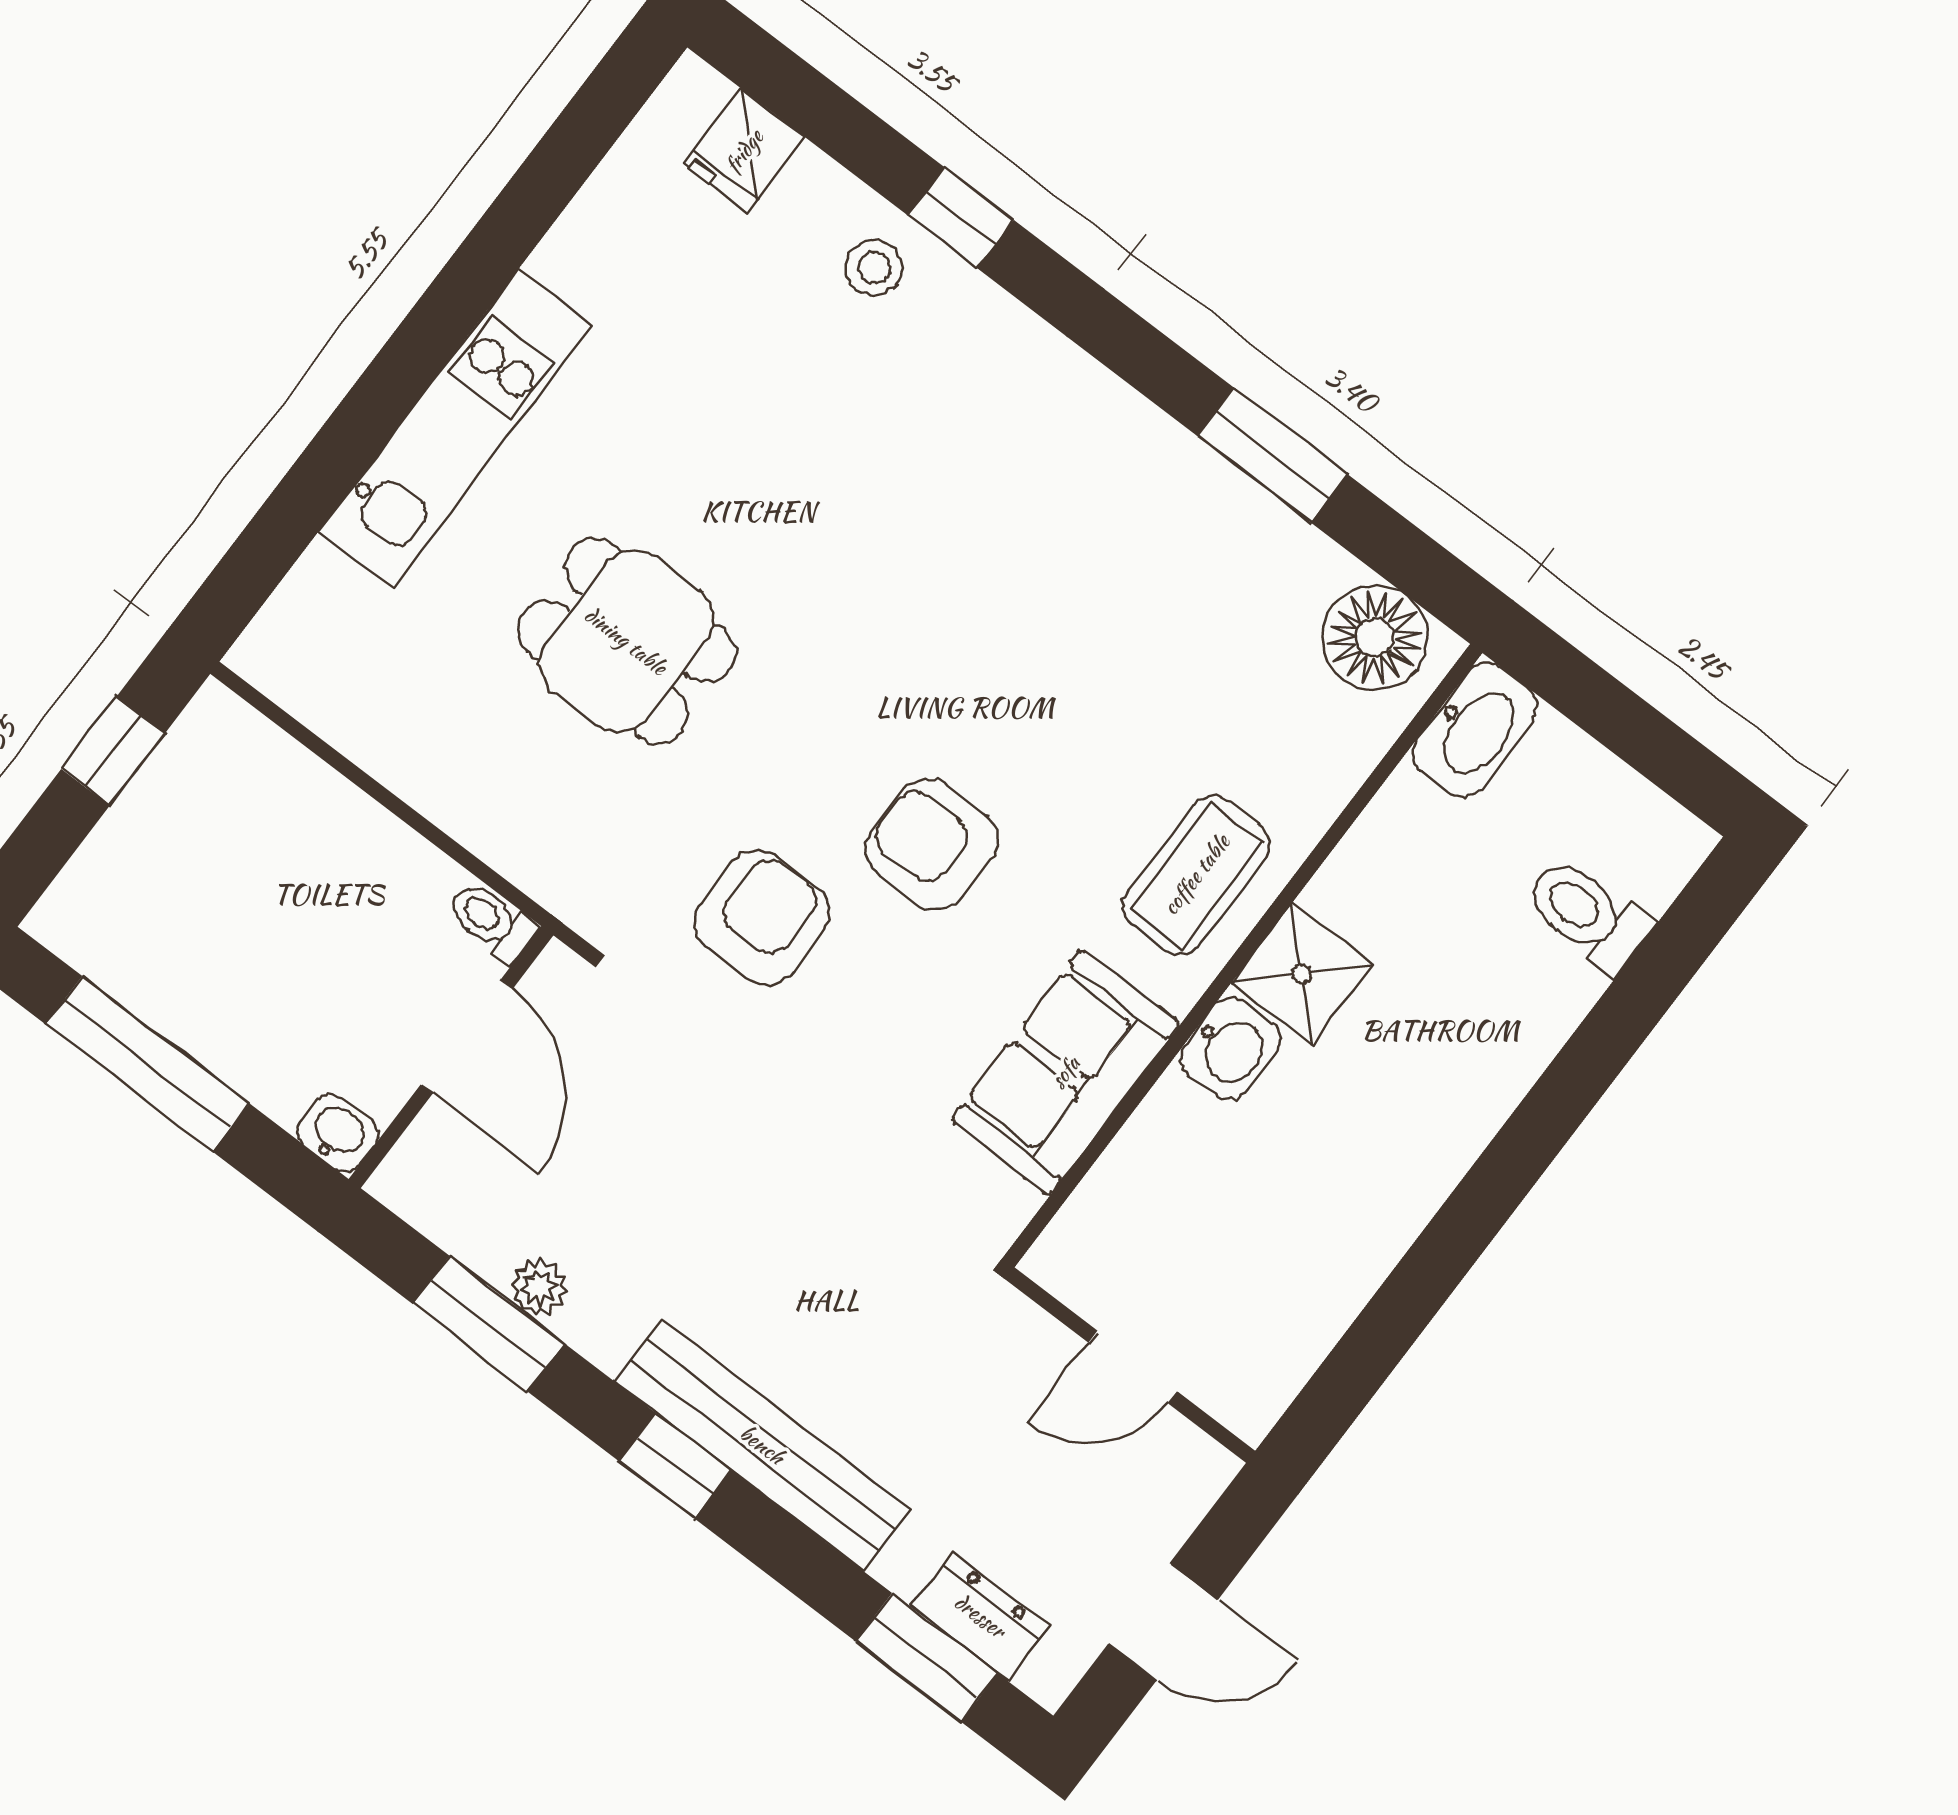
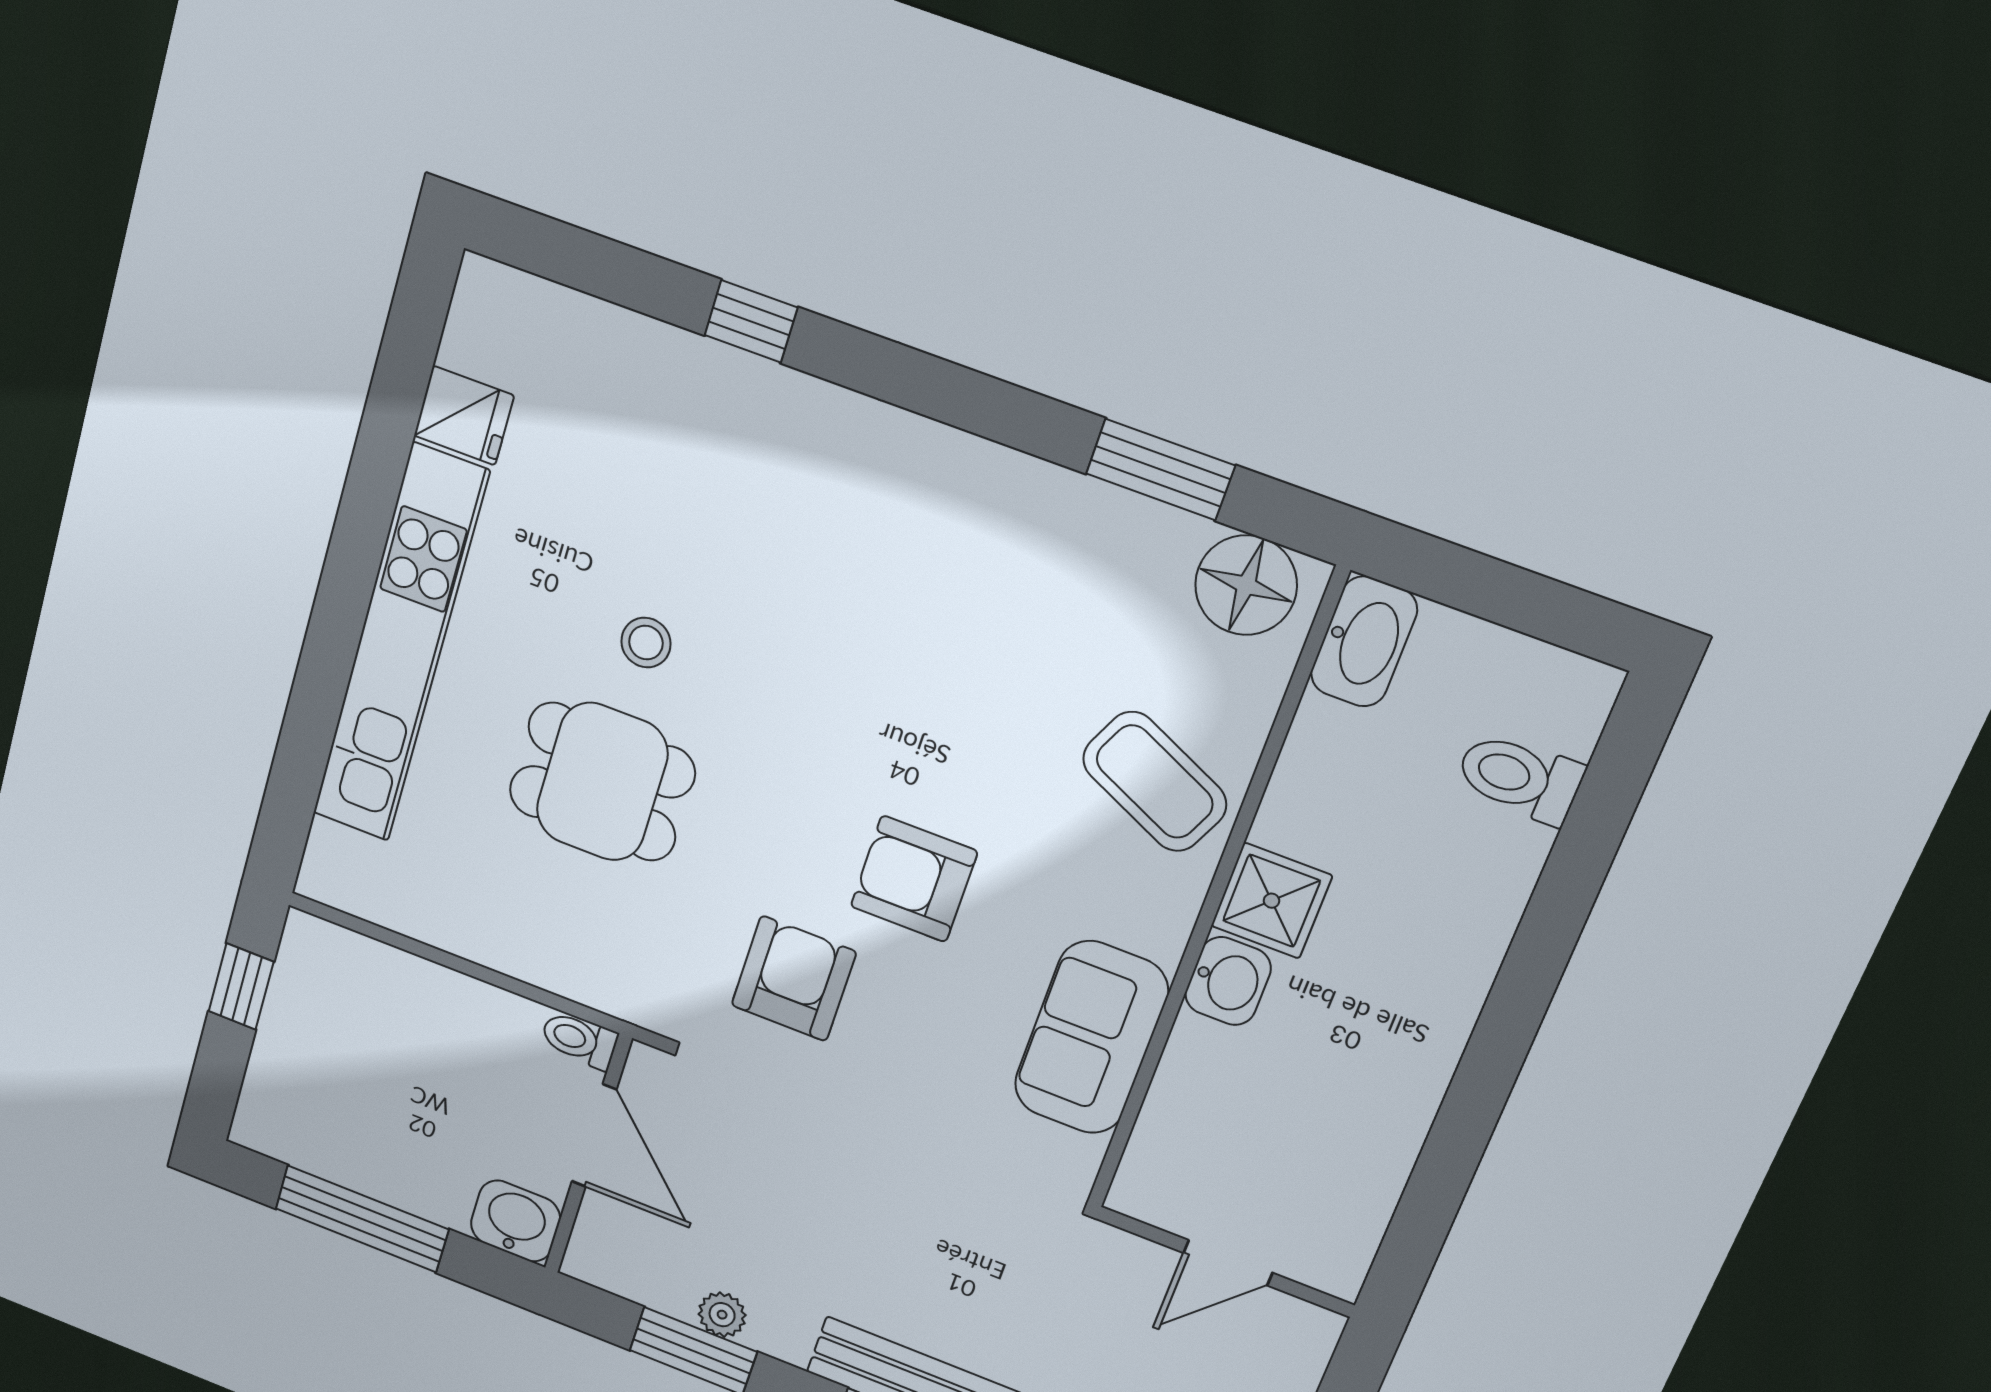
fridge: (744, 151) -> (464, 416), moved, turned -90
stool: (874, 268) -> (646, 643), moved
kitchen unit: (456, 428) -> (400, 645), width x1.36
window: (1272, 455) -> (1160, 470), moved
coffee table: (1196, 875) -> (1155, 782), moved, turned -65
washbasin: (337, 1133) -> (516, 1221), width x1.38, depth x1.45

